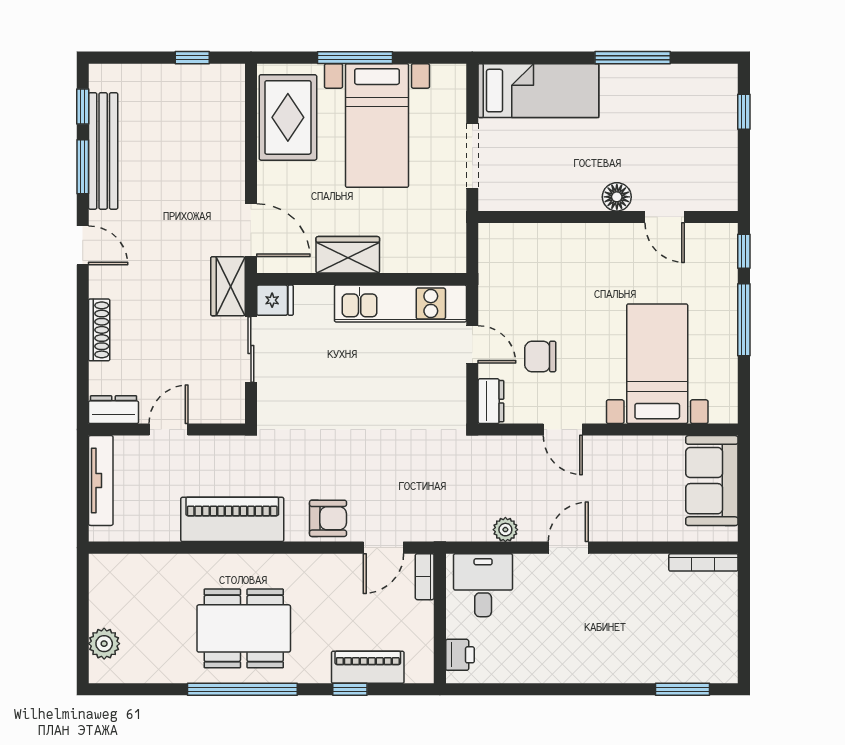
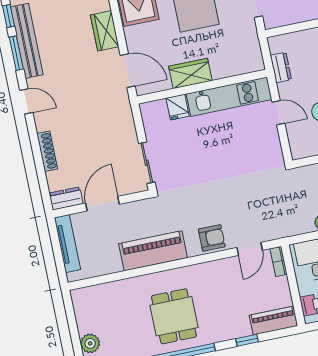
wardrobe: (228, 286) -> (105, 31), moved
fridge: (275, 300) -> (178, 107), moved, turned 90
sliding door: (251, 349) -> (147, 163), moved
dresser: (491, 401) -> (281, 67), moved
door: (168, 430) -> (102, 204), width x1.38
dining table: (244, 628) -> (174, 316), width x0.73
piano: (368, 667) -> (274, 321), moved

